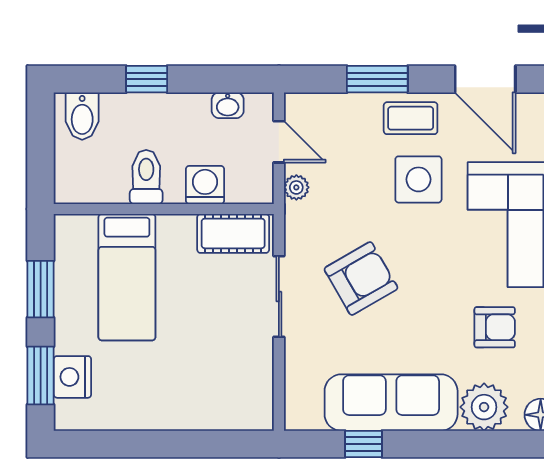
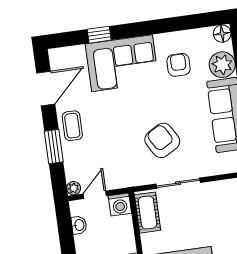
side table: (418, 179) -> (105, 117), removed
washing machine: (205, 185) -> (120, 204), moved, turned -90
plant: (296, 187) -> (74, 188), moved

